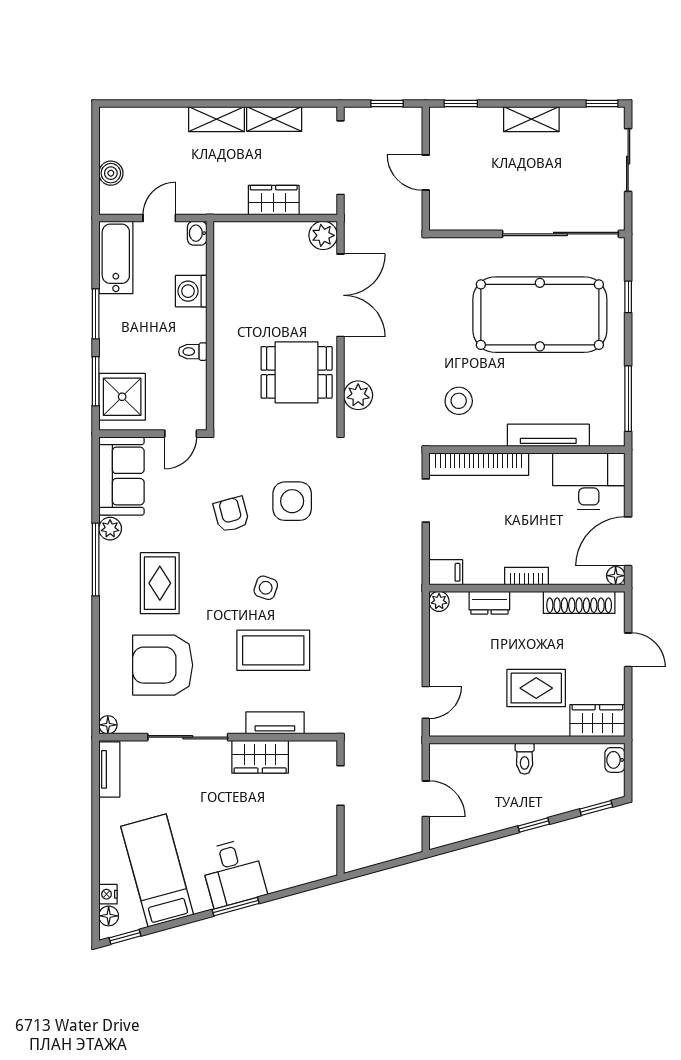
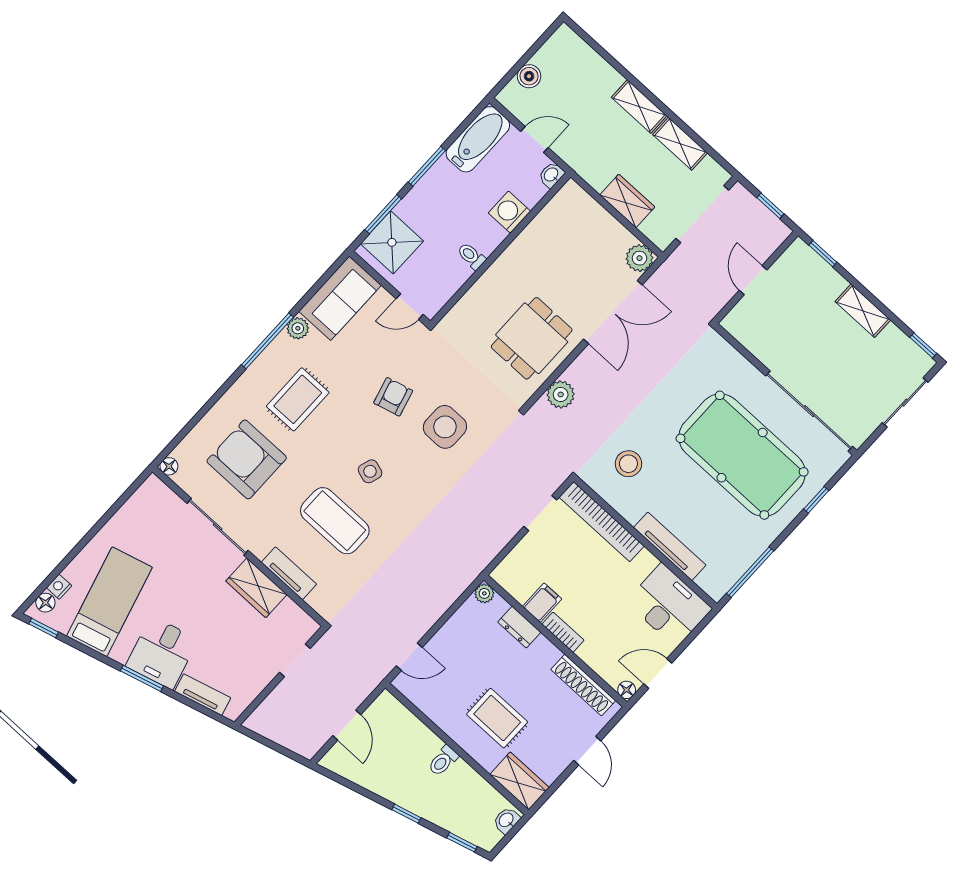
dining table: (297, 372) -> (532, 338), turned 90
door: (628, 541) -> (658, 673), width x0.73
filing cabinet: (446, 572) -> (542, 603), moved, turned -90
tv unit: (109, 769) -> (203, 695), moved, turned -105

